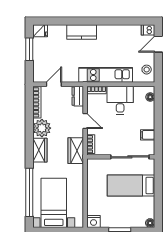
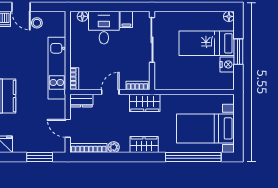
window: (29, 49) -> (40, 157), moved
stool: (147, 70) -> (37, 23), moved
desk: (120, 100) -> (104, 28), moved, turned 90
plant: (42, 128) -> (114, 147), width x0.53, depth x0.53
bed: (131, 186) -> (207, 43), moved, turned 90
nightstand: (94, 222) -> (227, 64), moved

